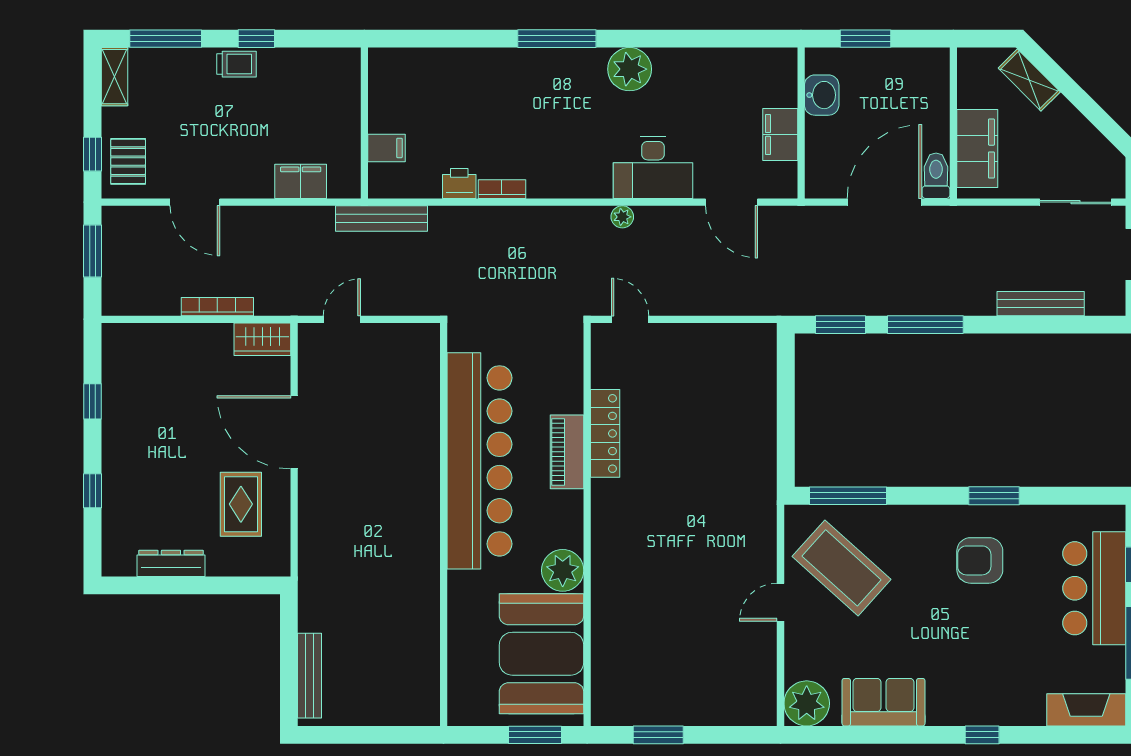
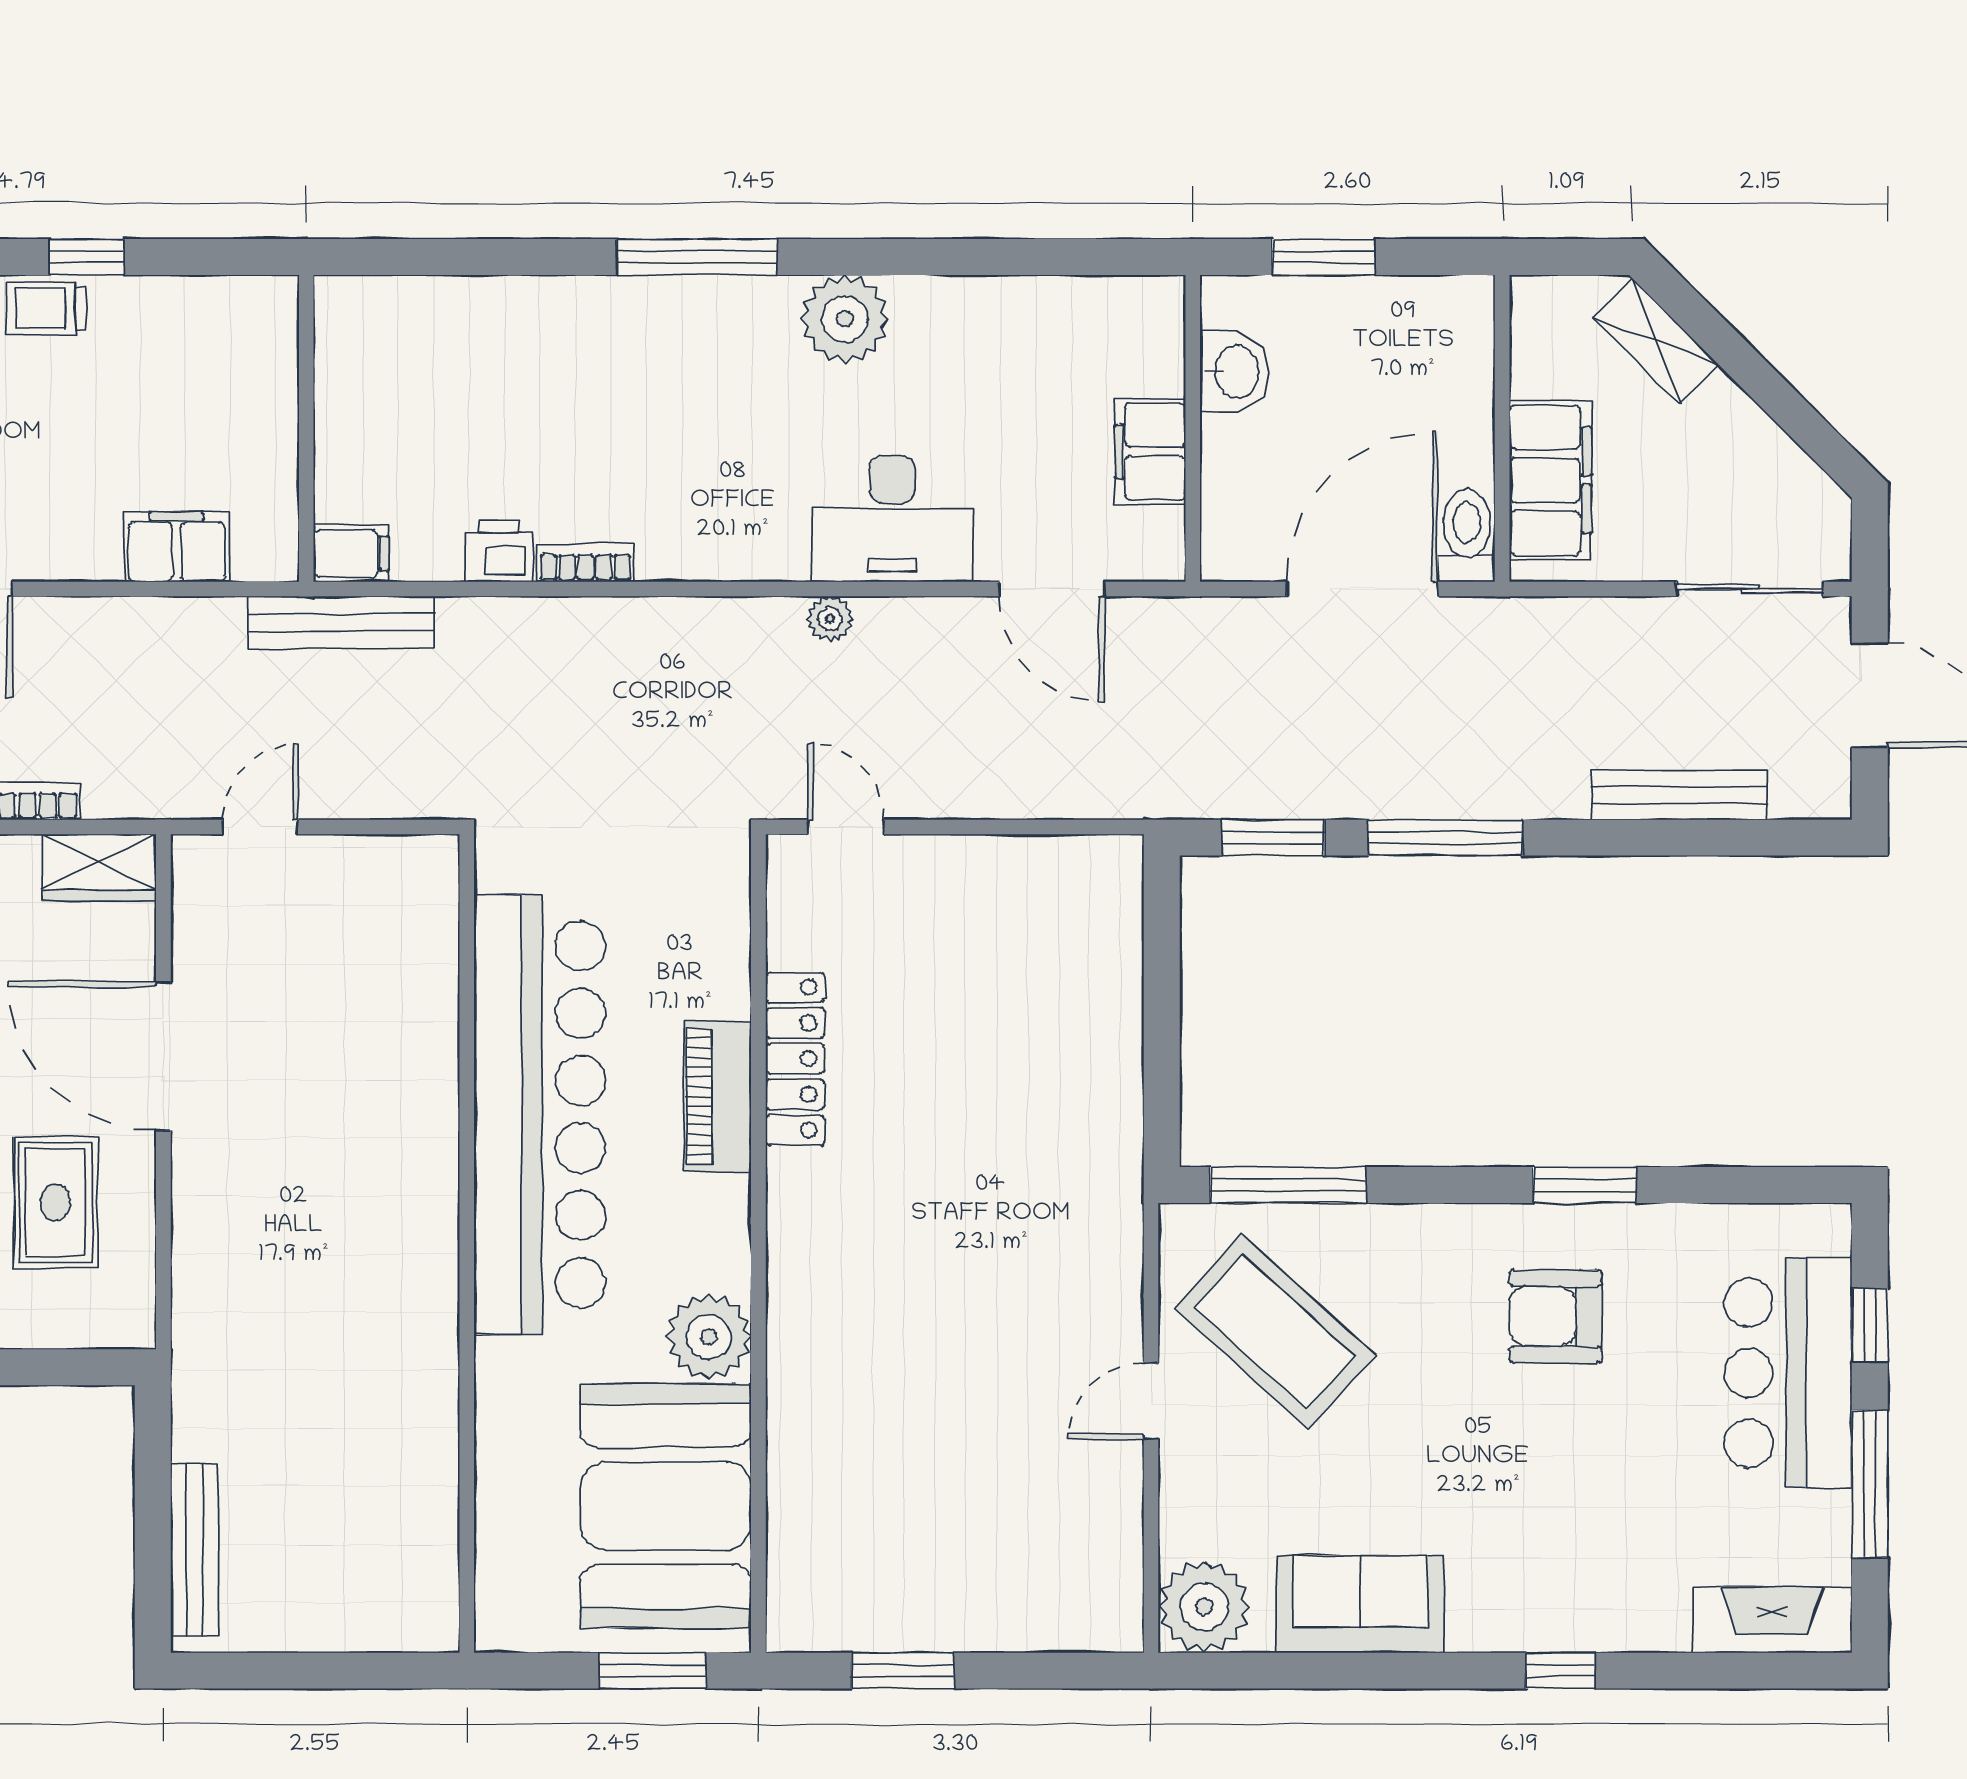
trolley: (237, 64) -> (47, 309), turned 180
filing cabinet: (386, 148) -> (351, 554), moved

